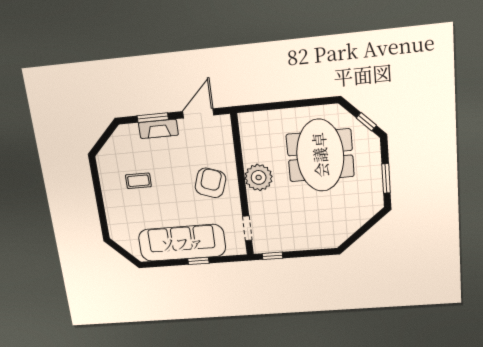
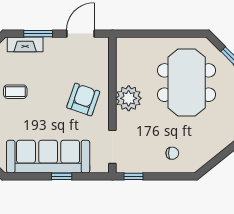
fireplace: (158, 129) -> (25, 44), moved
doorway: (247, 228) -> (112, 147), width x1.38
chair: (311, 230) -> (172, 153), added

